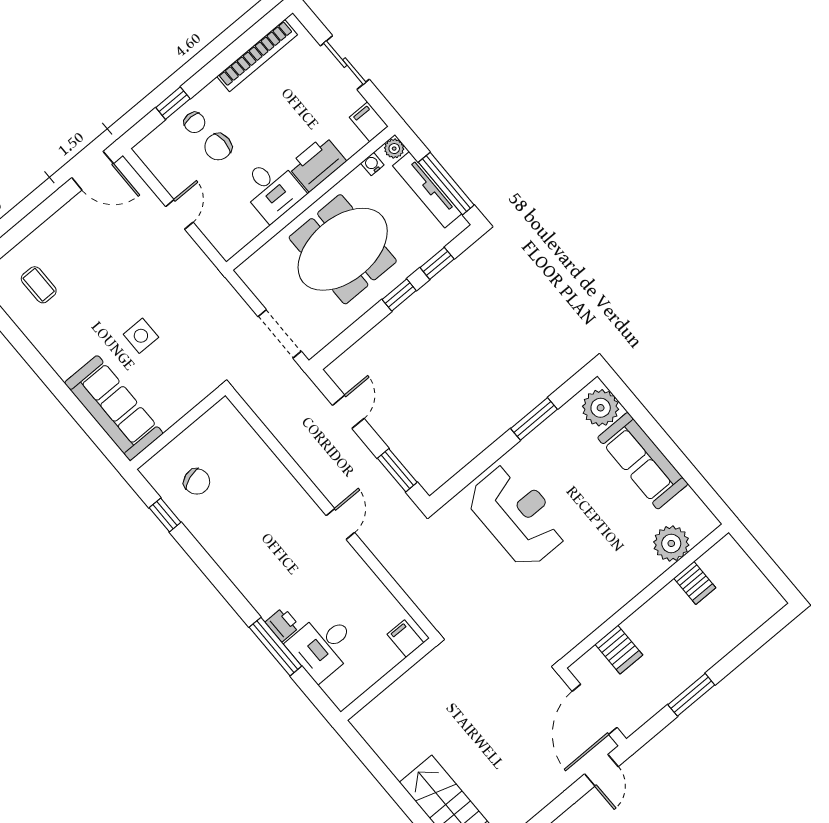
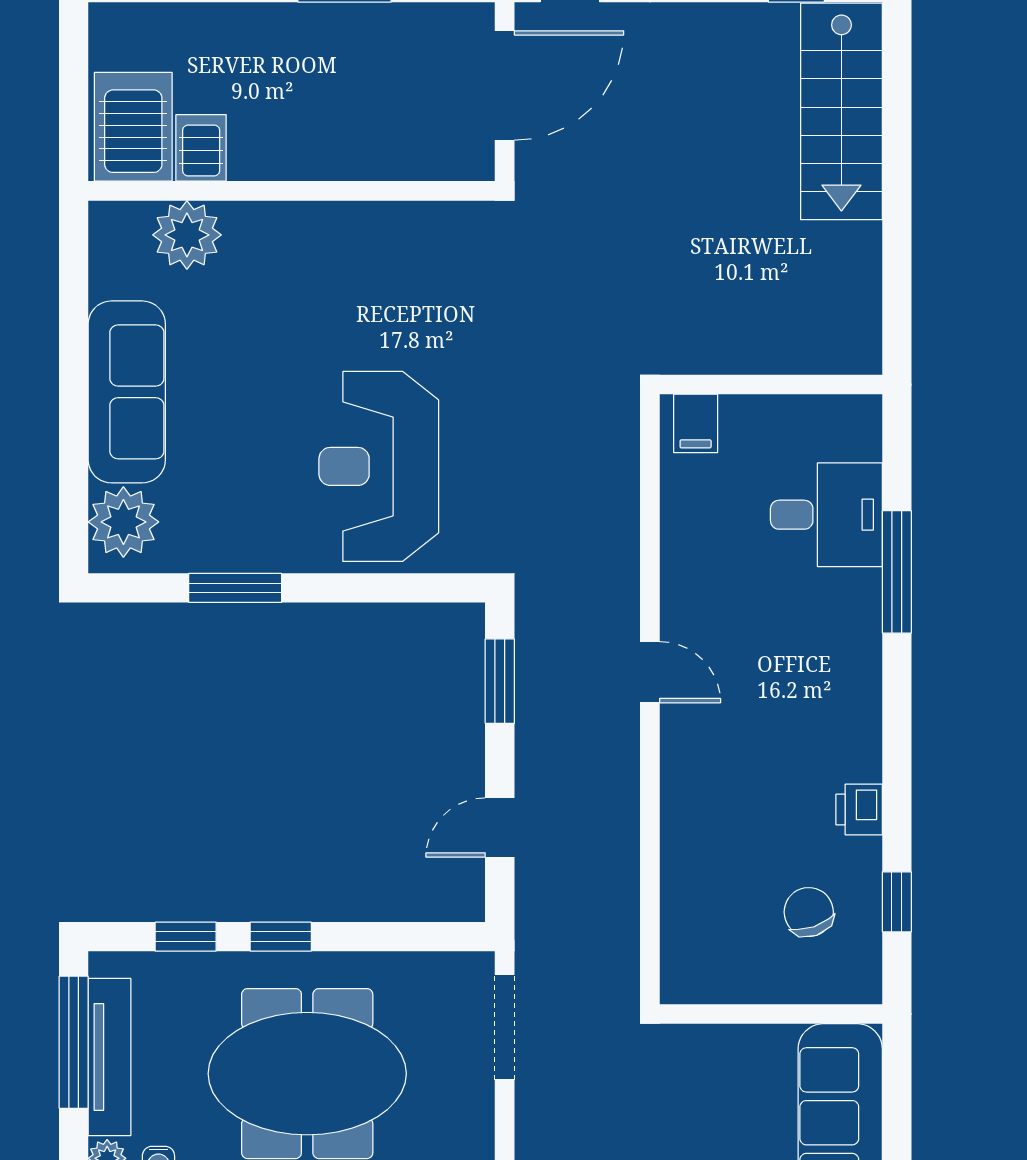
door: (340, 524) -> (650, 672), swing flipped
printer: (282, 624) -> (859, 809), moved
server rack: (619, 650) -> (133, 127), moved, width x1.36, depth x1.44

